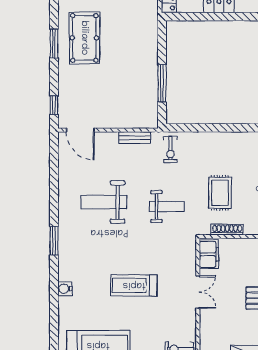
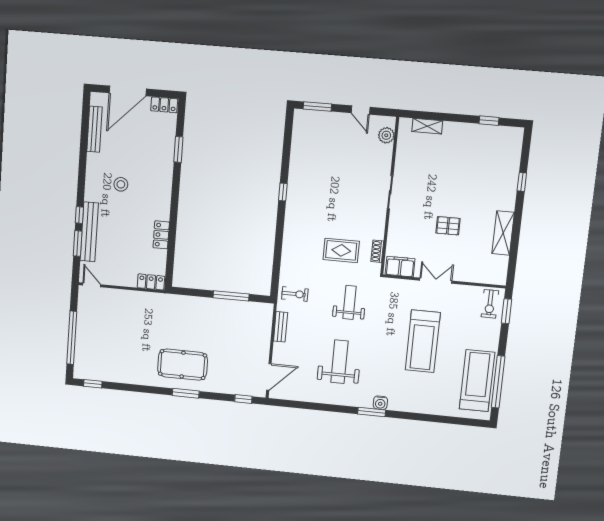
weight bench: (104, 202) -> (339, 362), turned 180
shoe rack: (227, 230) -> (377, 251), width x0.70
treadmill: (134, 285) -> (423, 341), width x1.37, depth x1.38
water cooler: (65, 289) -> (380, 403), moved

